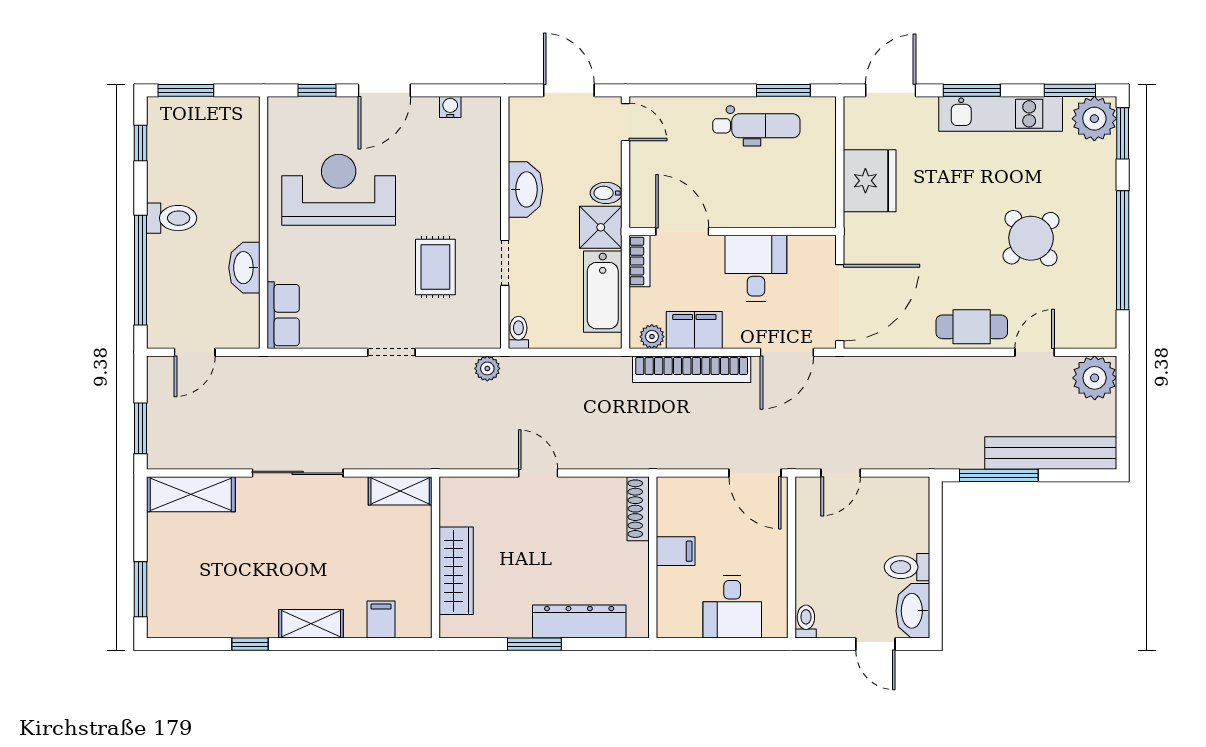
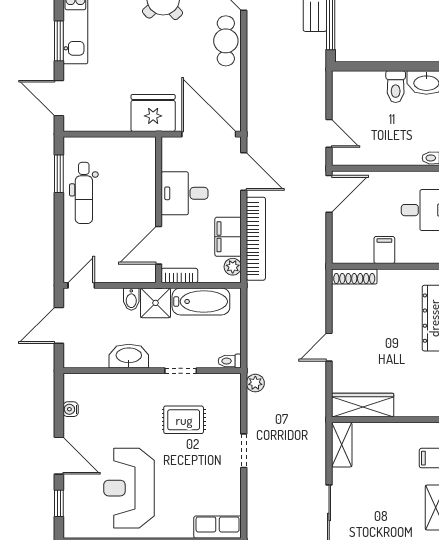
dental chair: (756, 126) -> (84, 193), turned 180
fridge: (870, 181) -> (153, 113), moved
wardrobe: (456, 571) -> (363, 405), moved

